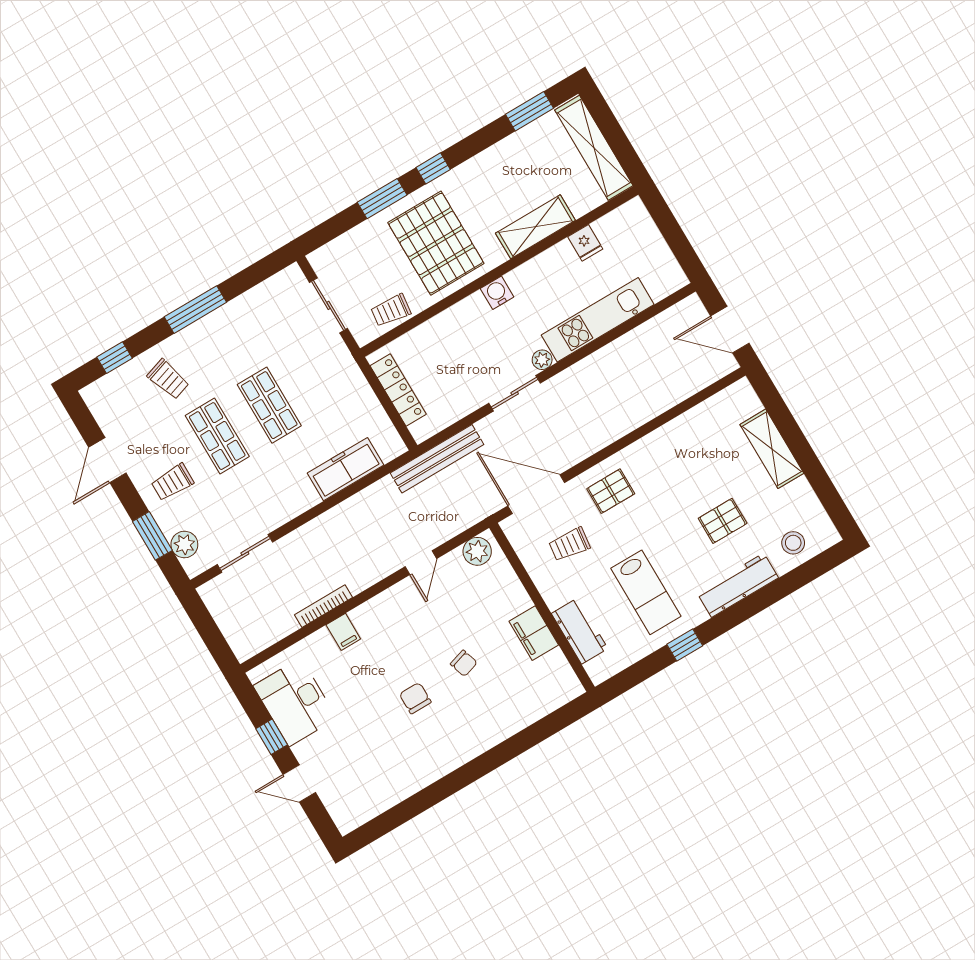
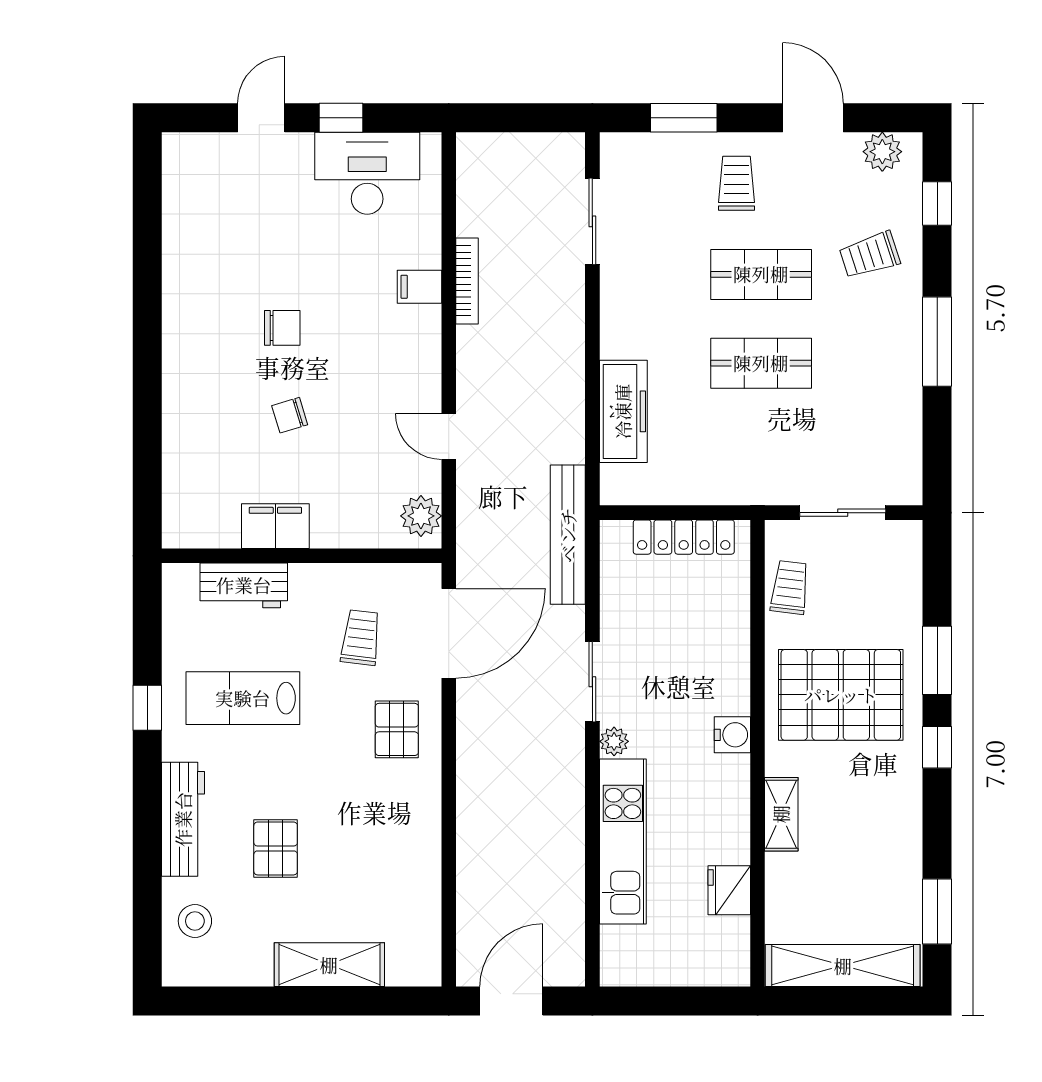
shelving: (535, 227) -> (781, 814), width x0.67, depth x0.75
fridge: (585, 243) -> (729, 890), width x1.38
plant: (184, 545) -> (882, 152), moved

